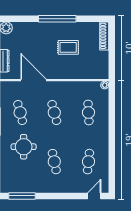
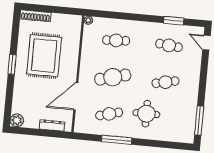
window: (57, 19) -> (12, 64), width x0.47
rug: (68, 47) -> (44, 56), width x1.86, depth x2.06
cafe table: (54, 113) -> (113, 77), width x1.37, depth x1.35
window: (112, 164) -> (174, 21), added

